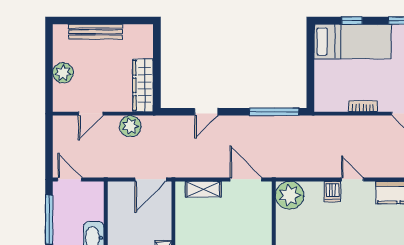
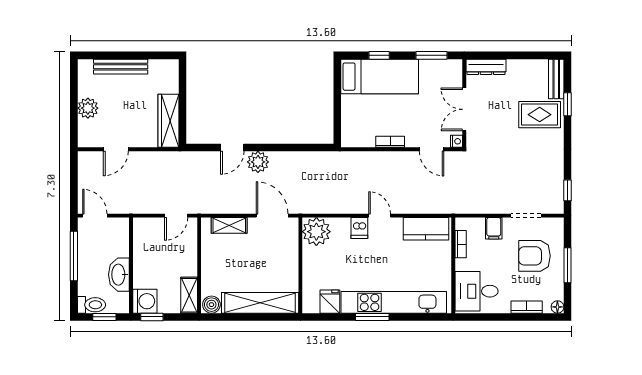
window: (274, 112) -> (301, 147), removed
plant: (130, 126) -> (258, 162), moved
door: (151, 179) -> (176, 216), width x0.73

